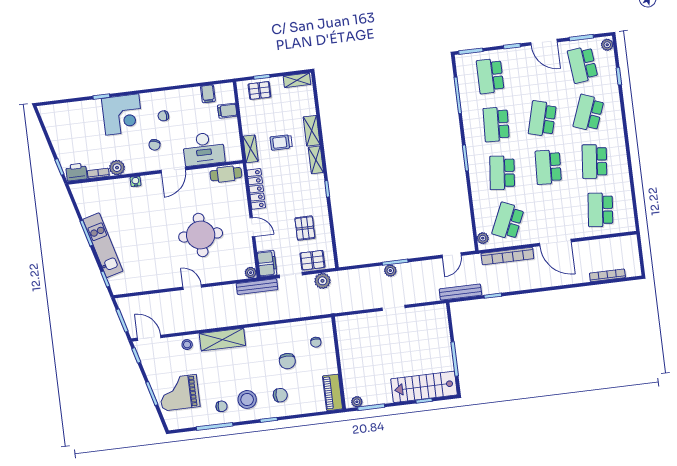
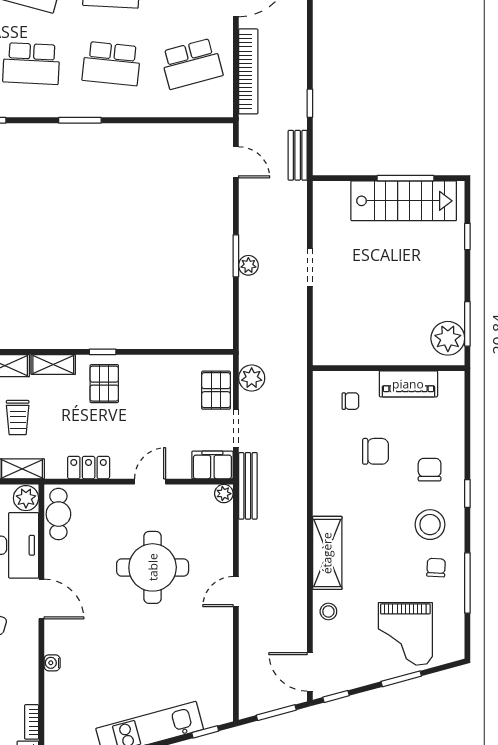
plant: (117, 168) -> (26, 498), moved
locker: (256, 189) -> (89, 468), width x0.66
school desk: (508, 221) -> (192, 64), turned -39
pallet: (305, 228) -> (104, 384), moved, turned 90
plant: (483, 238) -> (214, 108), removed
bench: (460, 292) -> (298, 155), width x0.73
door: (149, 338) -> (310, 672), hinge flipped
stairs: (424, 387) -> (404, 201), moved, turned -90
piano: (333, 392) -> (408, 384), moved
plant: (357, 402) -> (448, 338), width x1.88, depth x1.88

